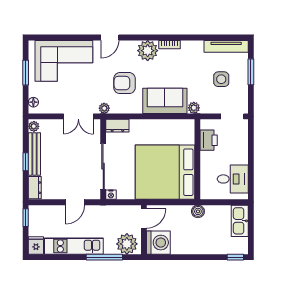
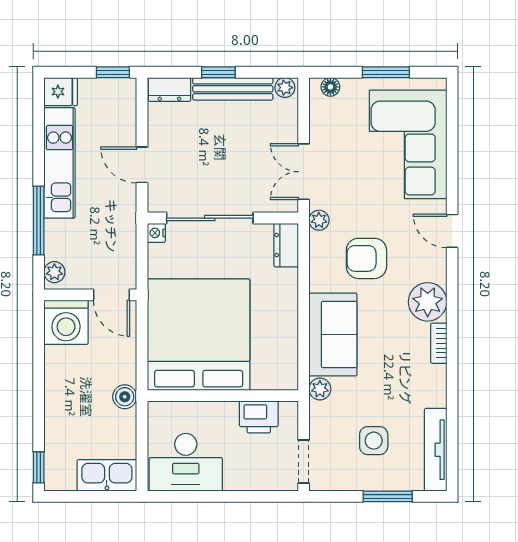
armchair: (124, 83) -> (366, 258), turned -90
desk: (233, 179) -> (186, 462), width x1.37
plant: (127, 244) -> (54, 272), width x0.53, depth x0.53

